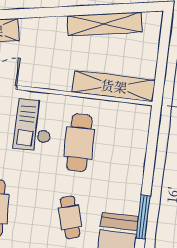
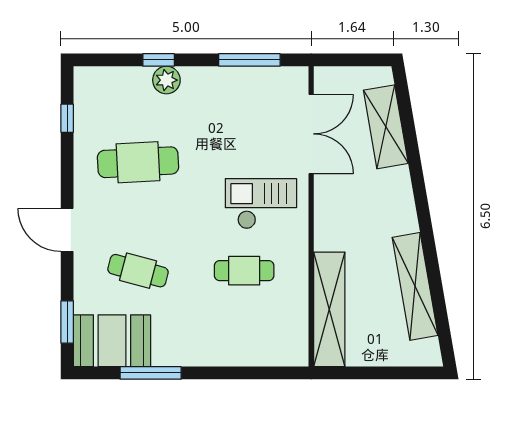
cafe table: (79, 143) -> (244, 271), width x0.73, depth x0.74
cafe table: (70, 217) -> (138, 271), turned 30

